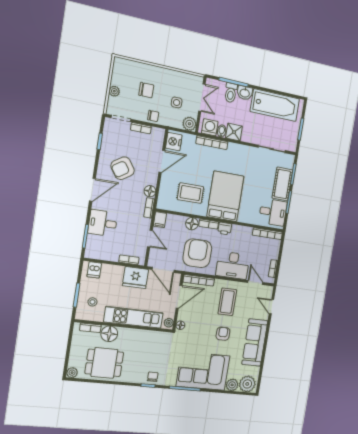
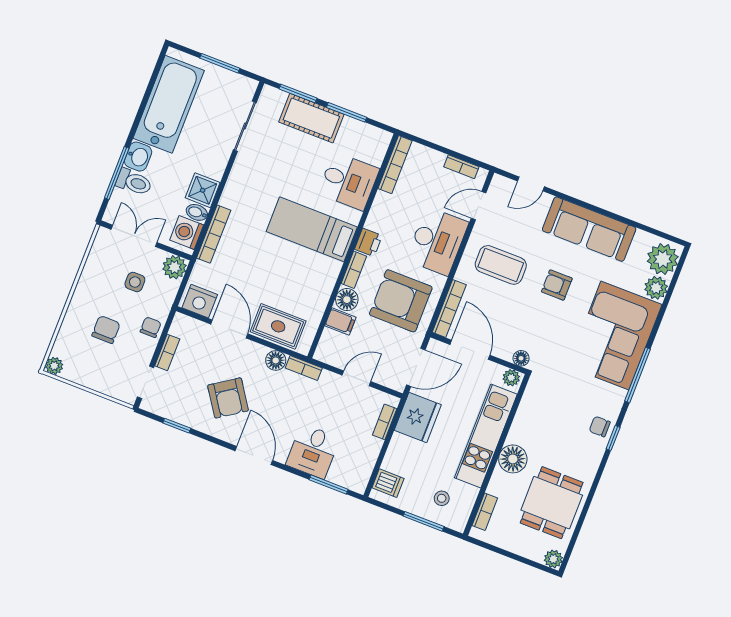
plant: (114, 91) -> (54, 366), moved
rug: (190, 193) -> (278, 326), moved, turned 90
bed: (225, 196) -> (312, 229), width x0.67
desk: (273, 212) -> (349, 181), moved, turned 90
filing cabinet: (160, 220) -> (340, 321), moved
floor lamp: (109, 334) -> (513, 459), moved

